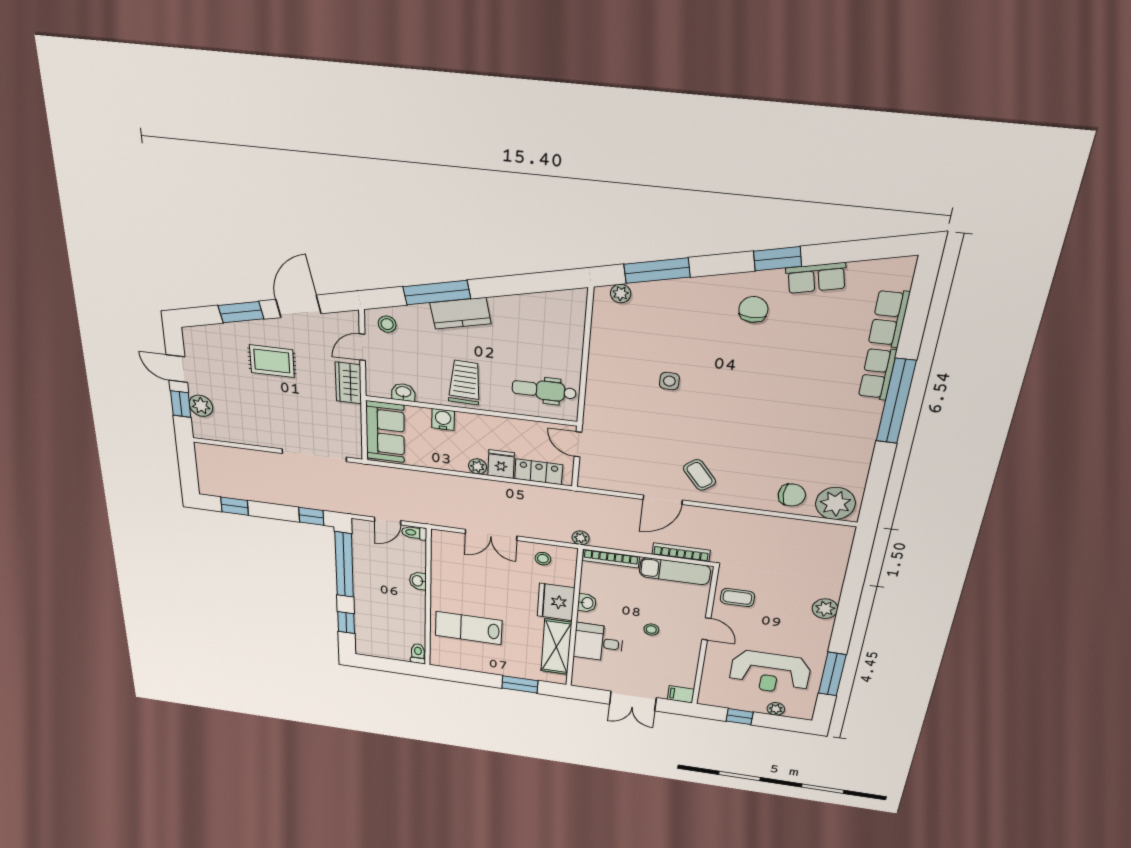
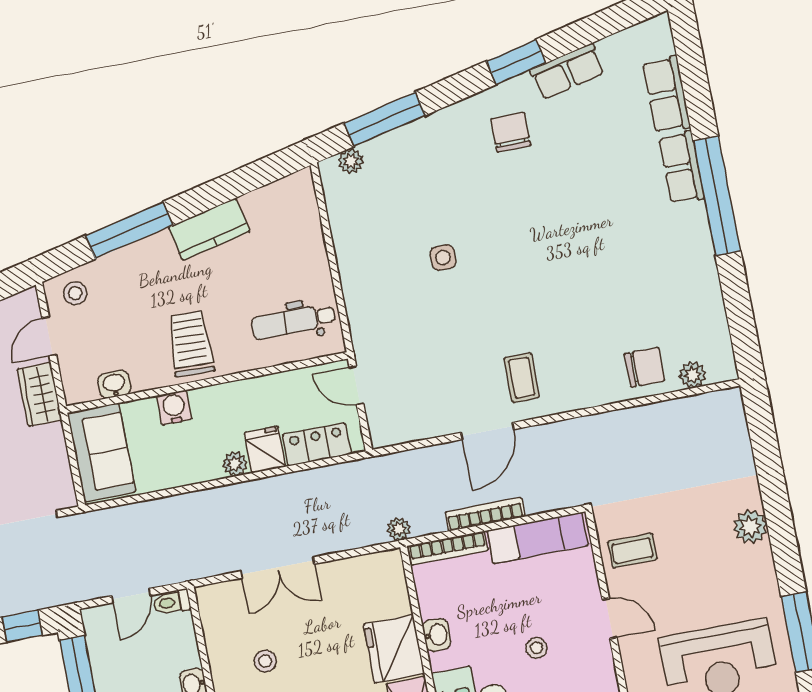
kitchen counter: (460, 313) -> (209, 229), moved
coffee table: (700, 475) -> (522, 378), turned 39
plant: (835, 503) -> (693, 375), width x0.53, depth x0.53
bookcase: (681, 552) -> (485, 514), moved
stool: (543, 559) -> (265, 661), moved

